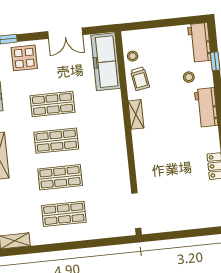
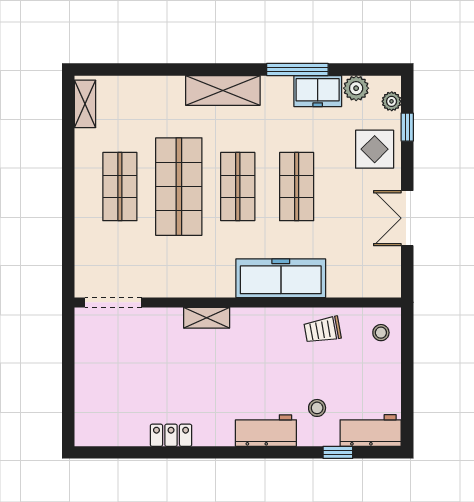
stool: (133, 56) -> (381, 333), moved
freezer: (106, 62) -> (281, 278), moved
shelving: (136, 114) -> (207, 318), moved
shop shelf: (60, 177) -> (179, 187), width x1.43, depth x1.36

